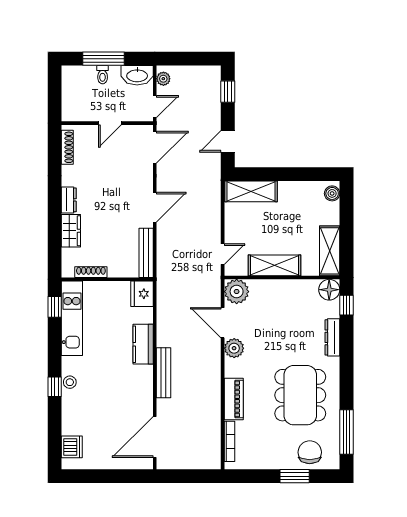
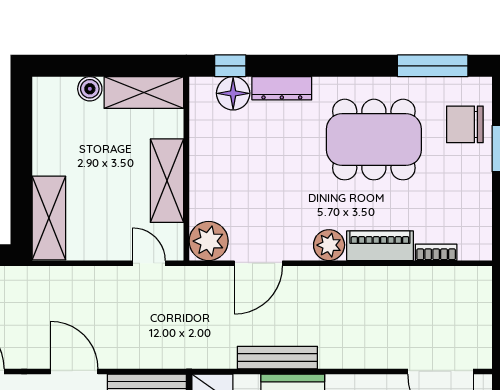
boiler: (332, 193) -> (90, 89), moved
floor lamp: (329, 290) -> (233, 93), moved
plant: (234, 348) -> (329, 245), moved
bench: (164, 373) -> (277, 358), moved
bookcase: (230, 441) -> (436, 252), width x0.64

